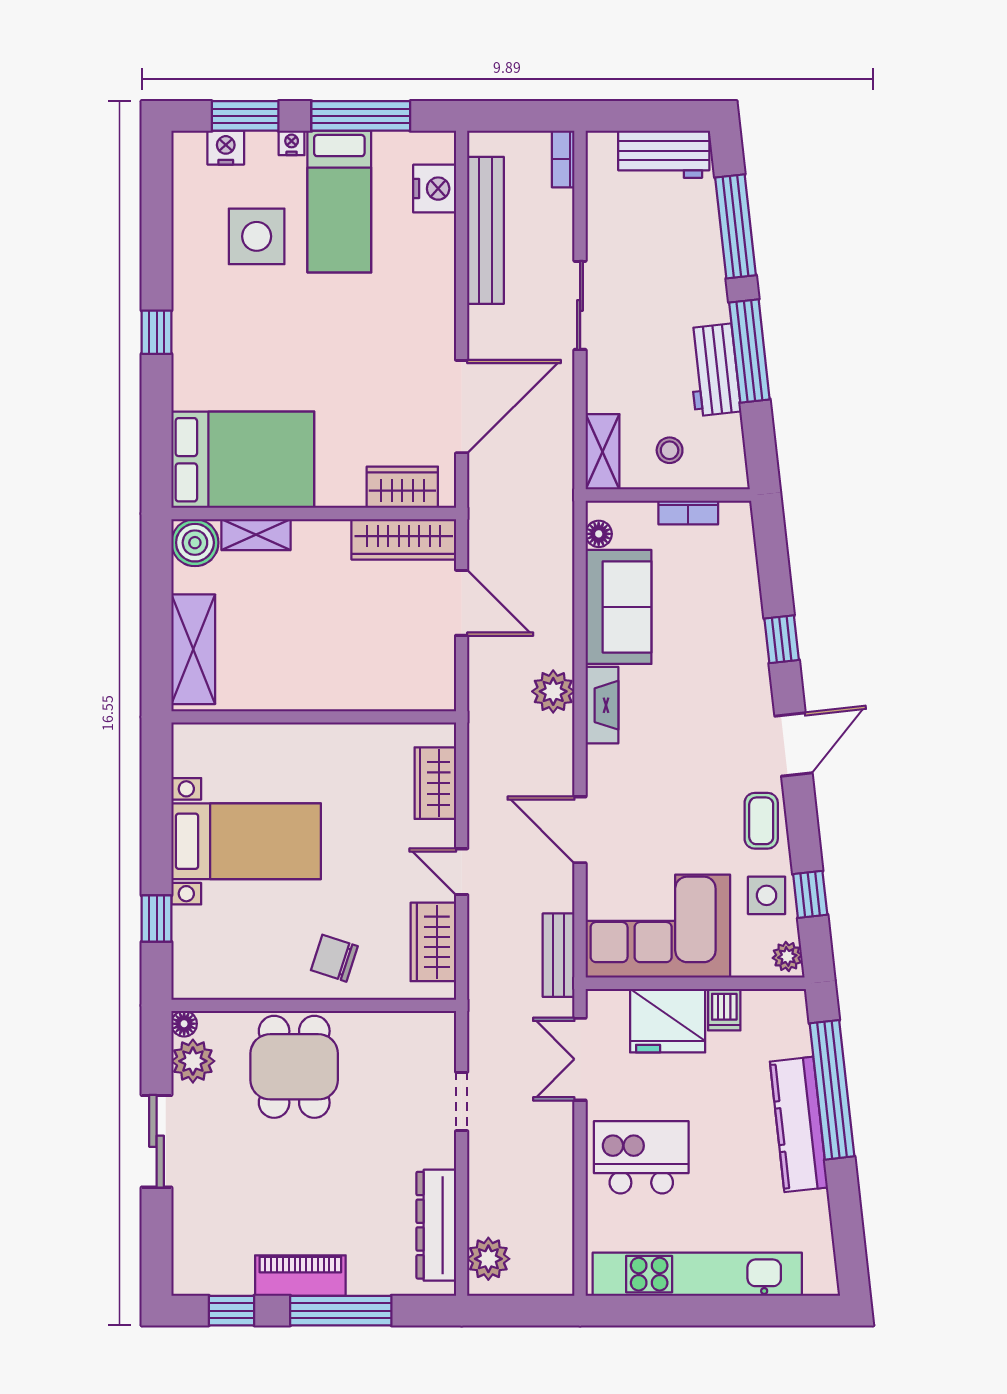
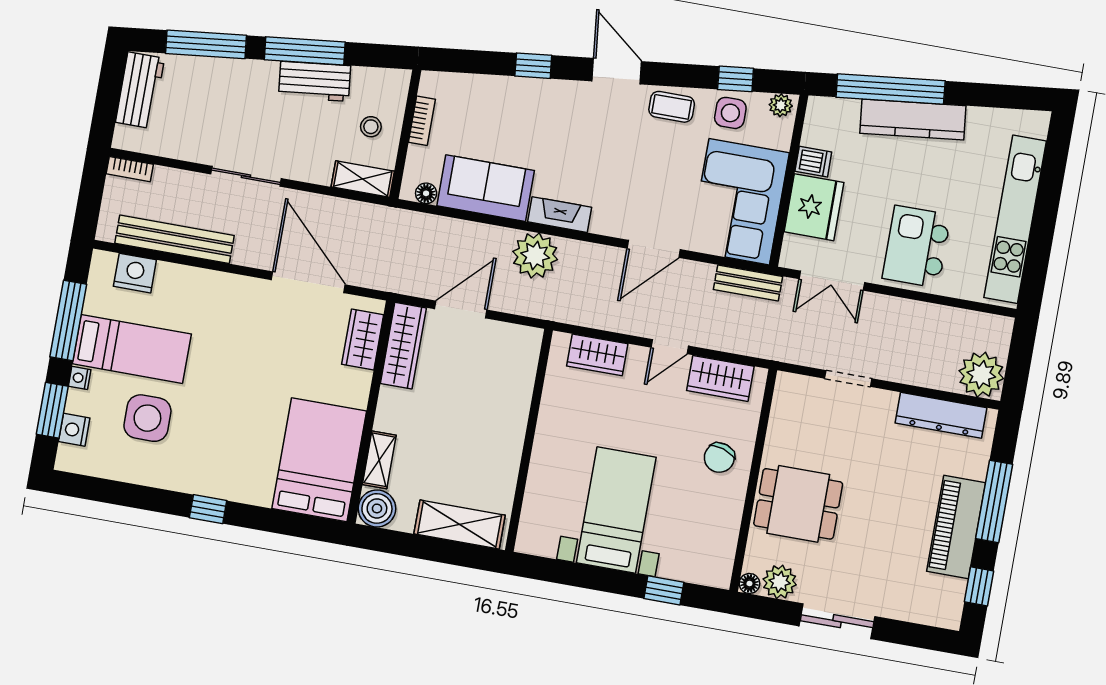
plant: (553, 691) -> (535, 256), width x1.36, depth x1.36
plant: (488, 1259) -> (981, 375), width x1.36, depth x1.36
piano: (300, 1276) -> (956, 527), width x1.37, depth x1.33

